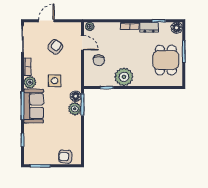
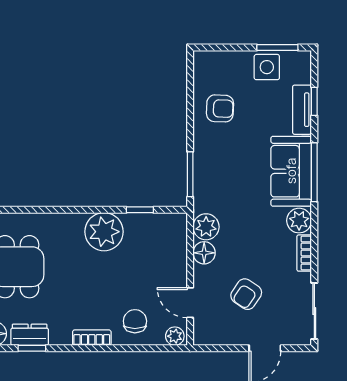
dresser: (149, 27) -> (30, 335), moved
chair: (99, 60) -> (135, 321), moved
side table: (55, 81) -> (267, 67), moved
floor lamp: (76, 96) -> (204, 253), moved
plant: (75, 109) -> (206, 227), moved
tv unit: (28, 136) -> (302, 110), added
armchair: (65, 157) -> (220, 108), moved

